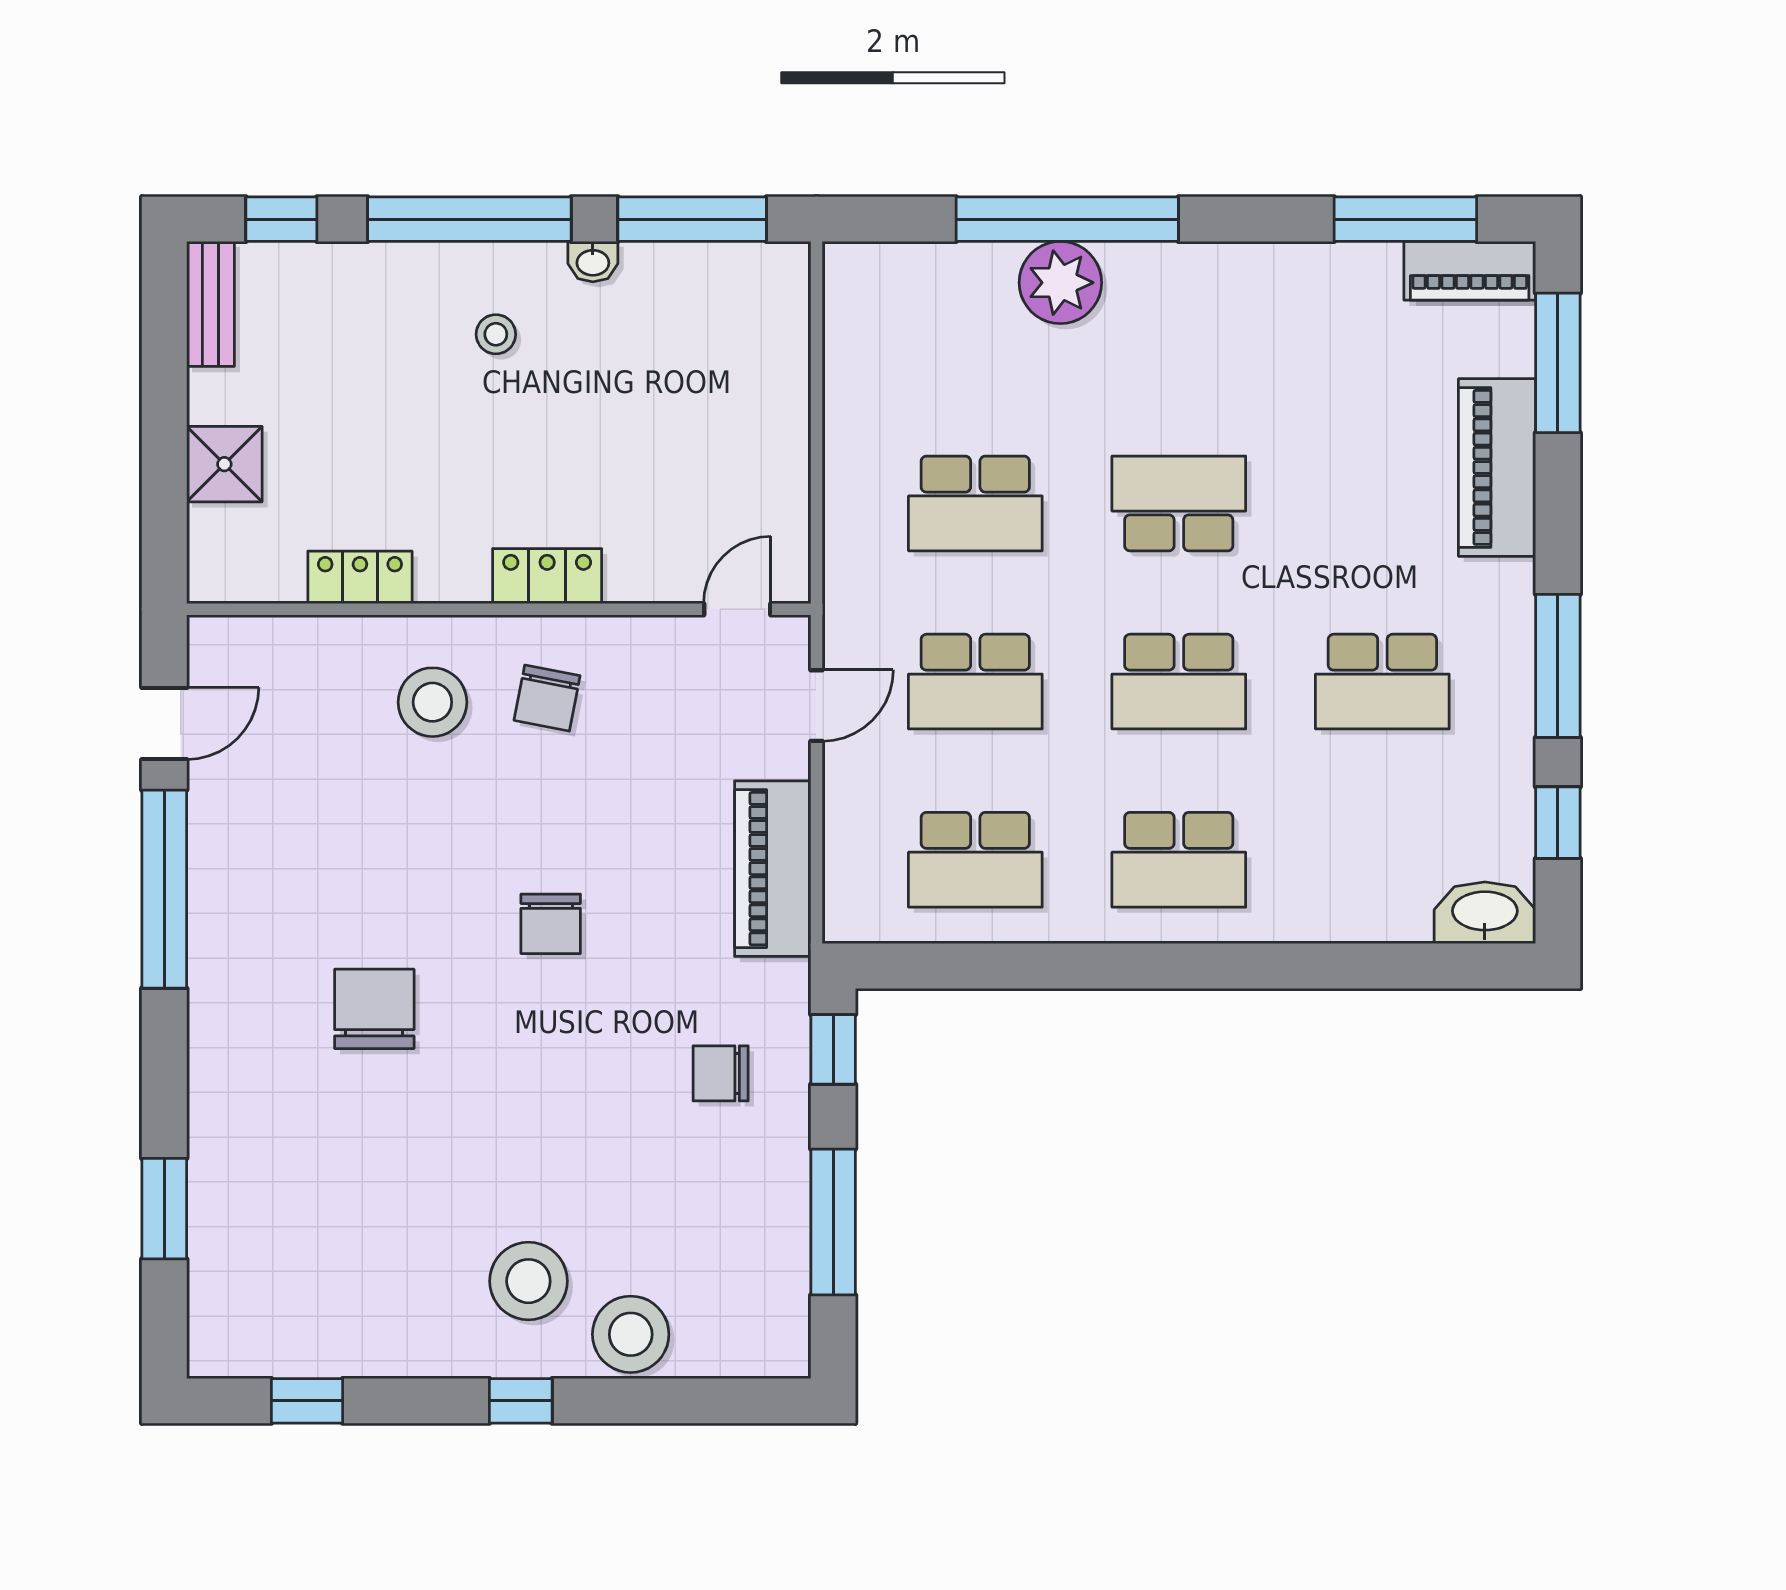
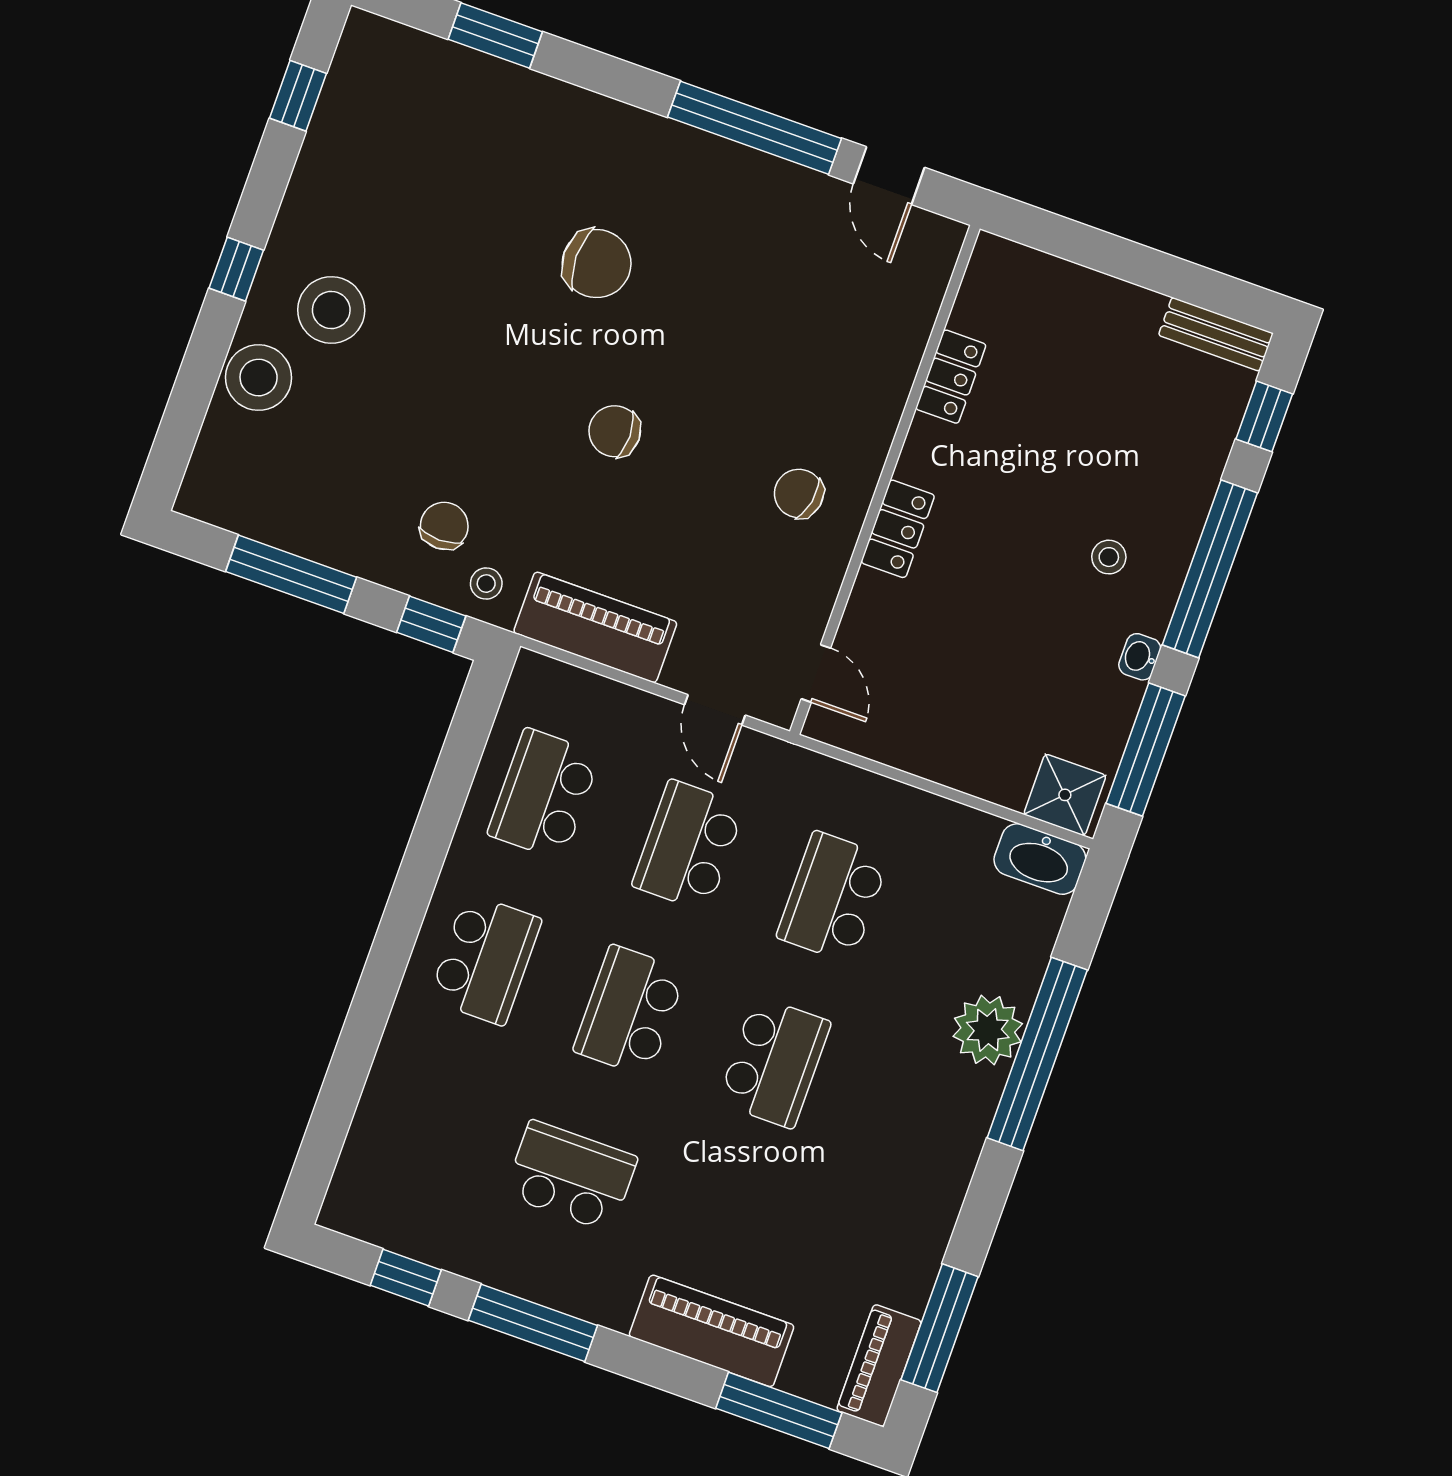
shower: (224, 464) -> (1065, 795), moved
school desk: (1382, 682) -> (571, 1176), turned 90
stool: (432, 702) -> (486, 584), moved, width x0.53, depth x0.53
school desk: (1179, 860) -> (485, 959), turned 180
washbasin: (1485, 913) -> (1040, 859), moved, turned 90

